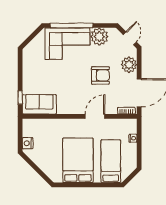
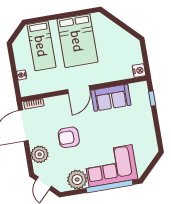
sofa: (39, 104) -> (111, 98), moved
door: (95, 116) -> (79, 90), moved
nightstand: (28, 143) -> (139, 71), moved

